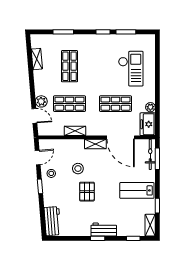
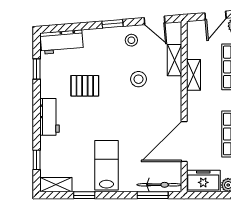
shelving: (95, 144) -> (174, 60), moved
pallet: (87, 192) -> (85, 86), moved
window: (98, 238) -> (37, 69), moved

